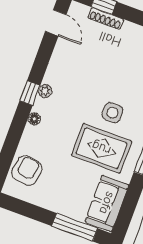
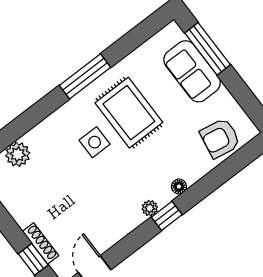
sofa: (107, 203) -> (192, 71), moved, turned 90

